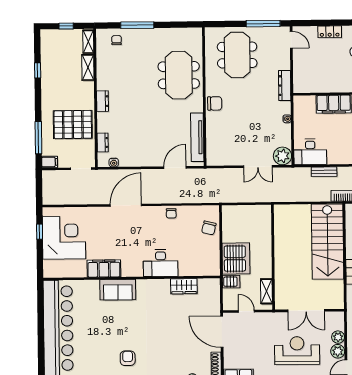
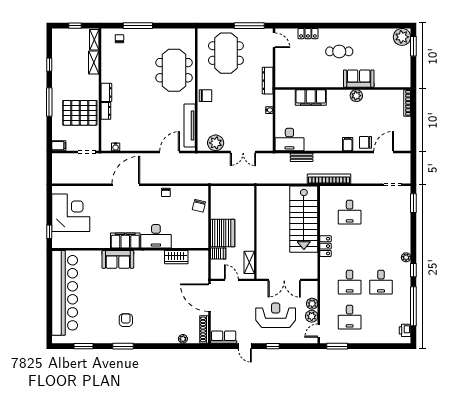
window: (38, 138) -> (49, 102), moved
dresser: (103, 142) -> (106, 111), moved
plant: (282, 156) -> (216, 143), moved
window: (40, 232) -> (49, 232), moved
filing cabinet: (104, 269) -> (125, 241), moved

